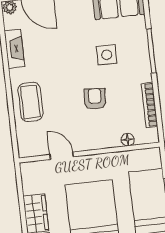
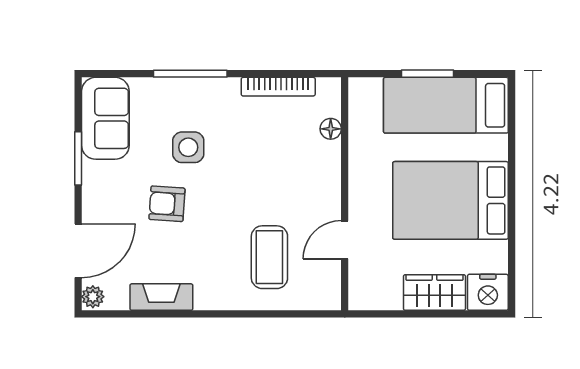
armchair: (95, 99) -> (167, 204), moved
coffee table: (30, 102) -> (269, 257), moved, turned 90

